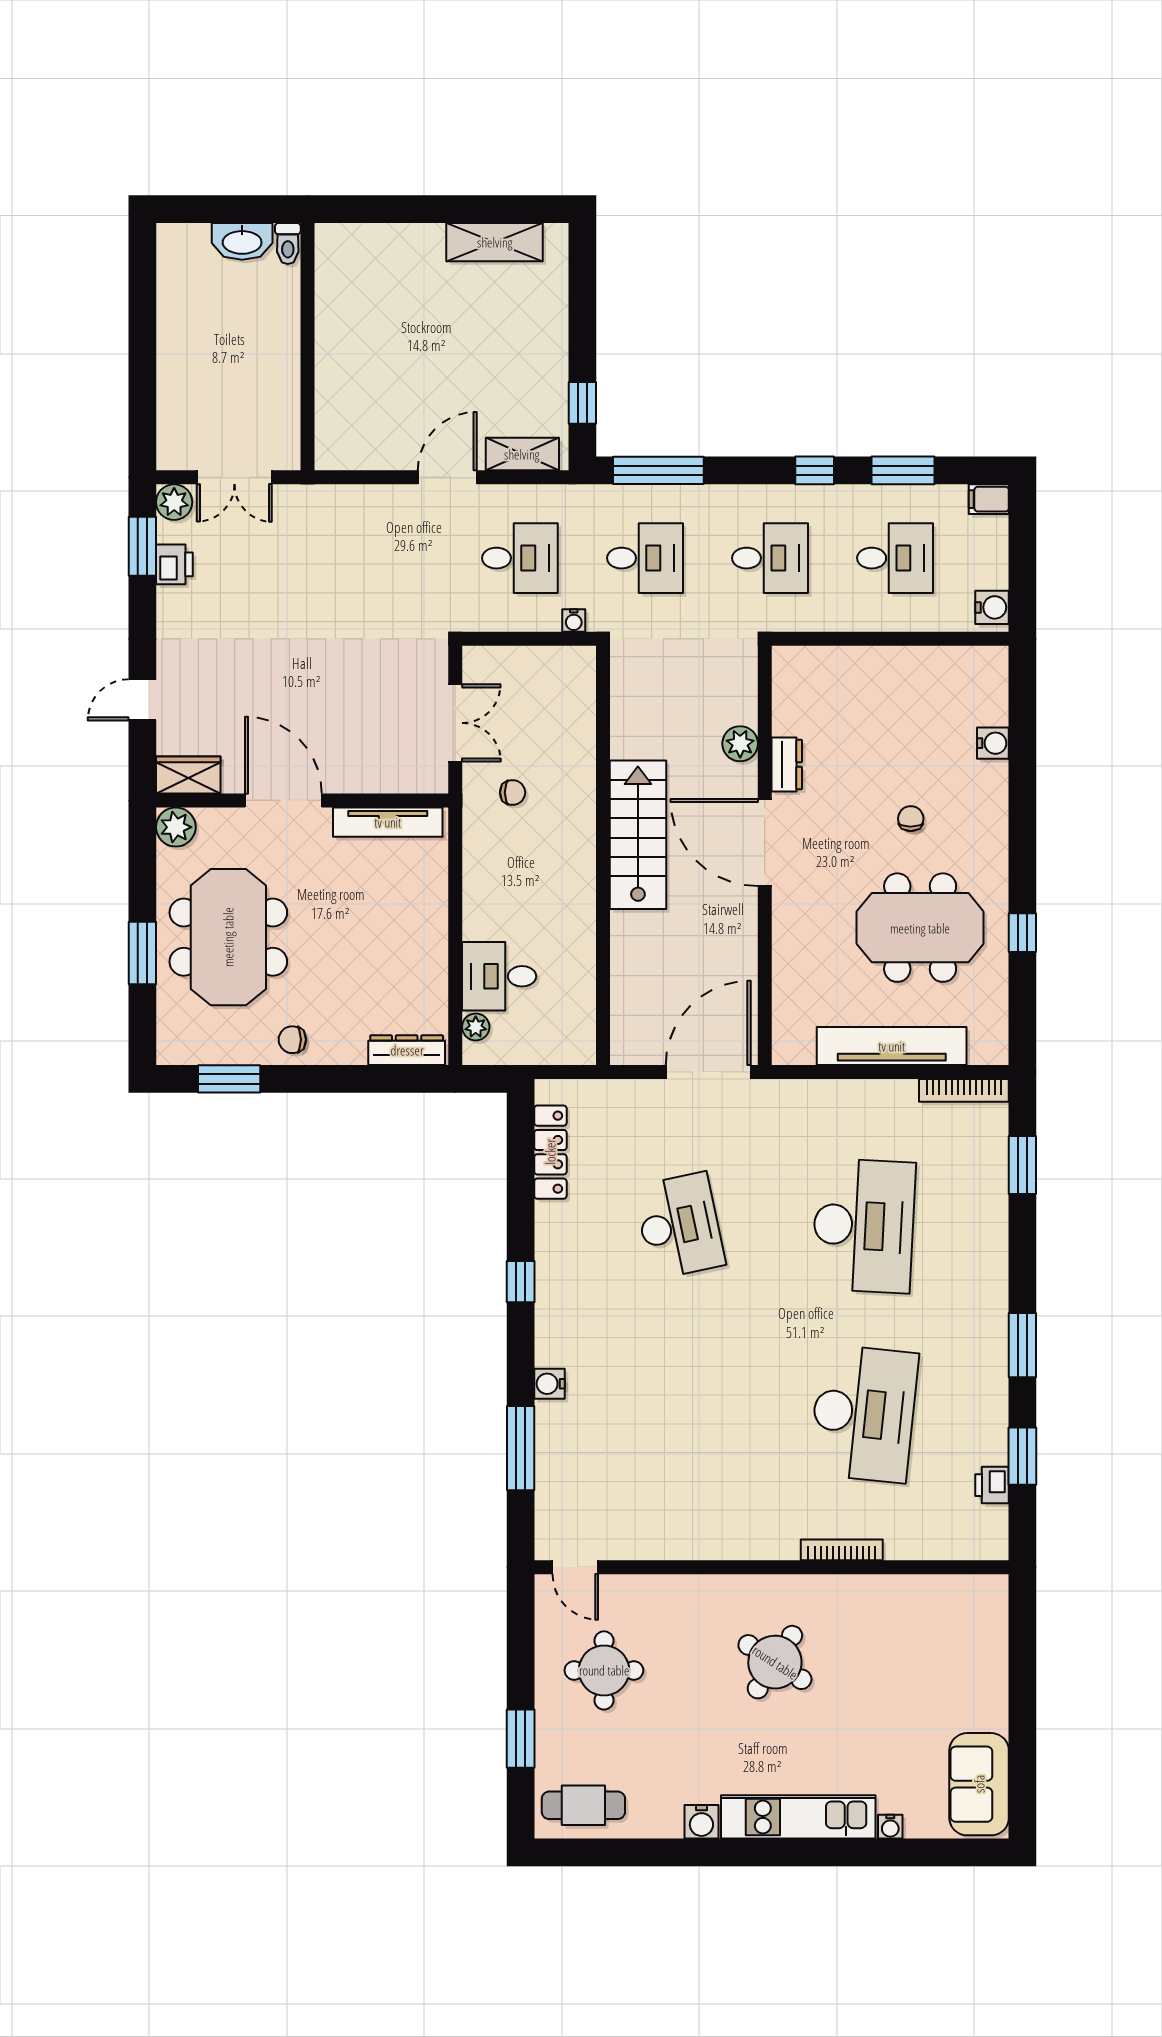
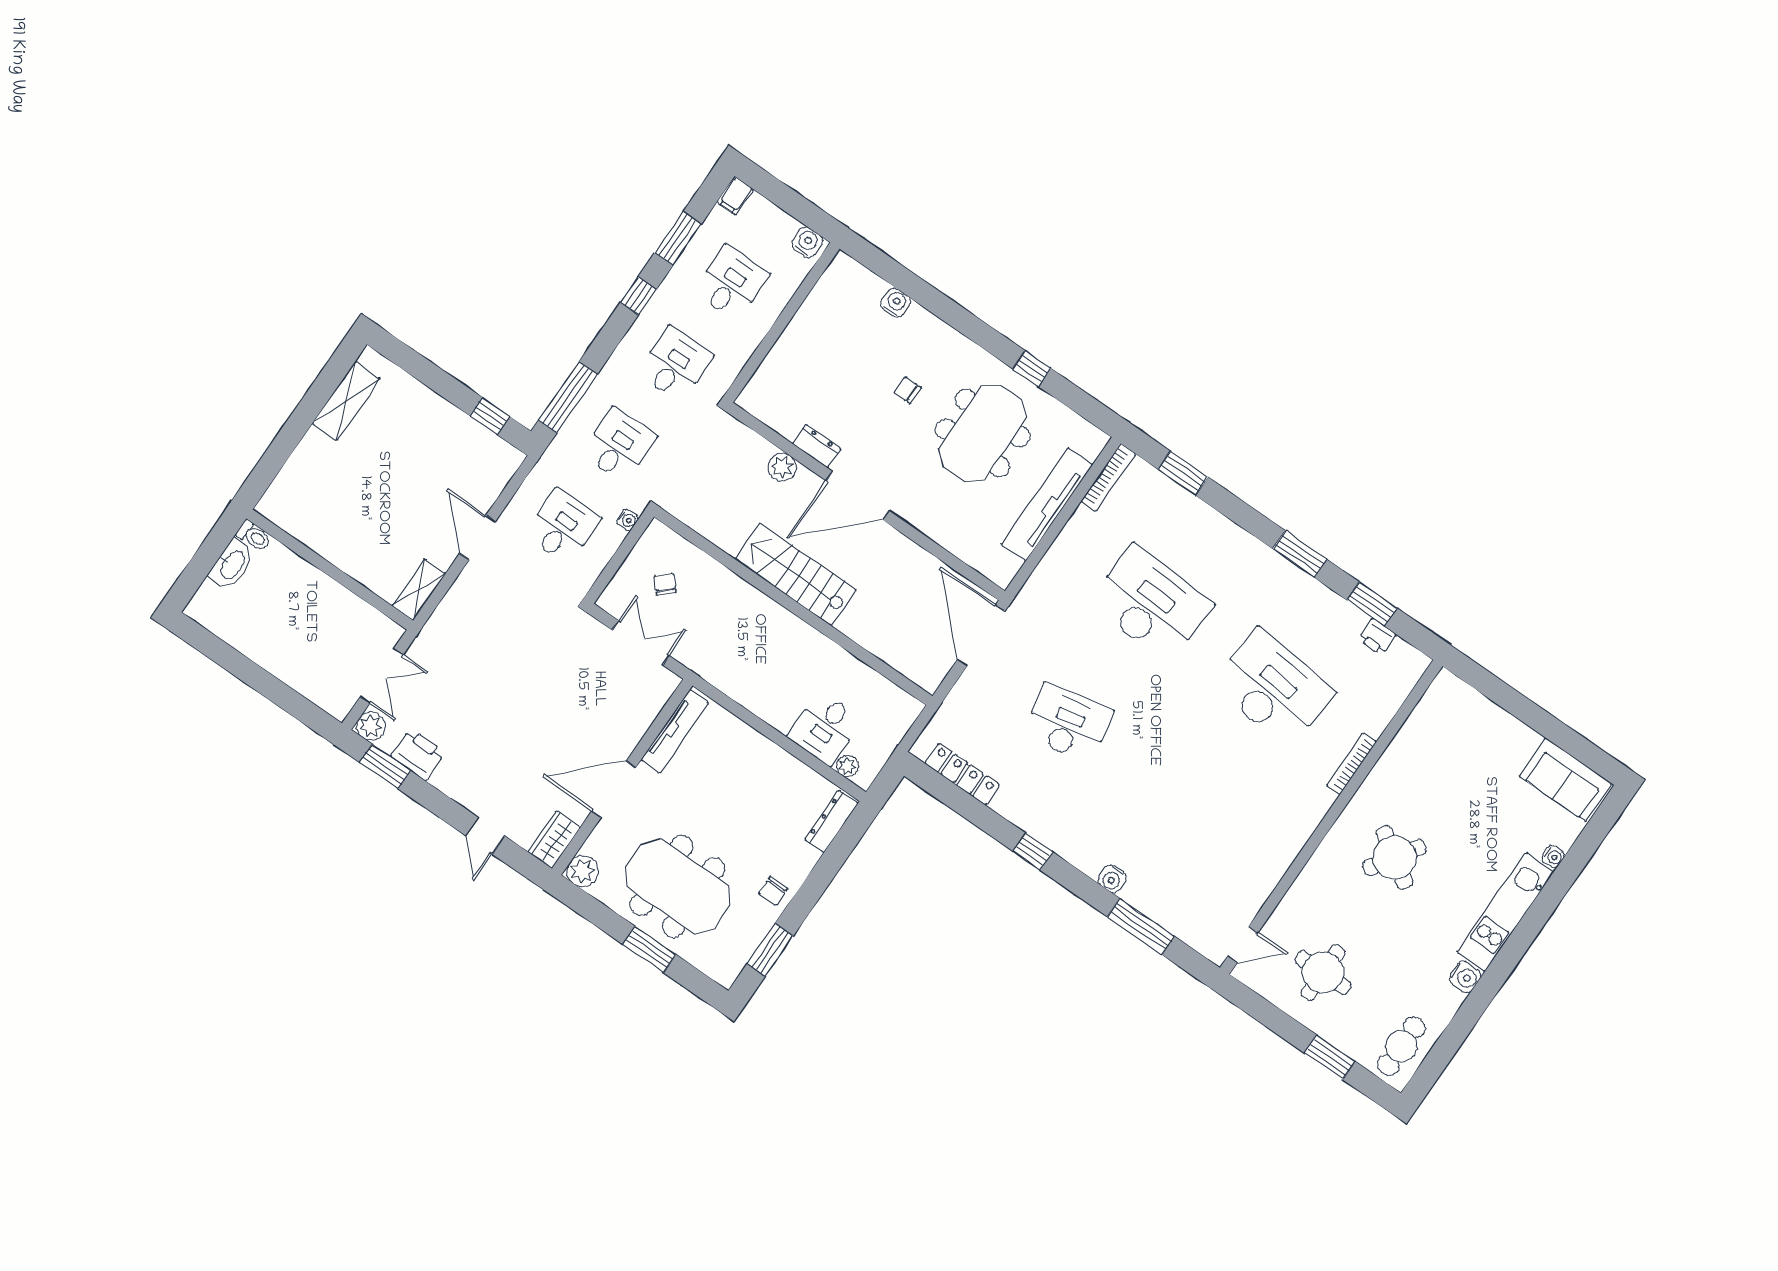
shelving: (522, 454) -> (419, 590), moved
printer: (174, 564) -> (418, 754), width x1.36, depth x1.24
chair: (513, 792) -> (665, 584), moved, turned -43

